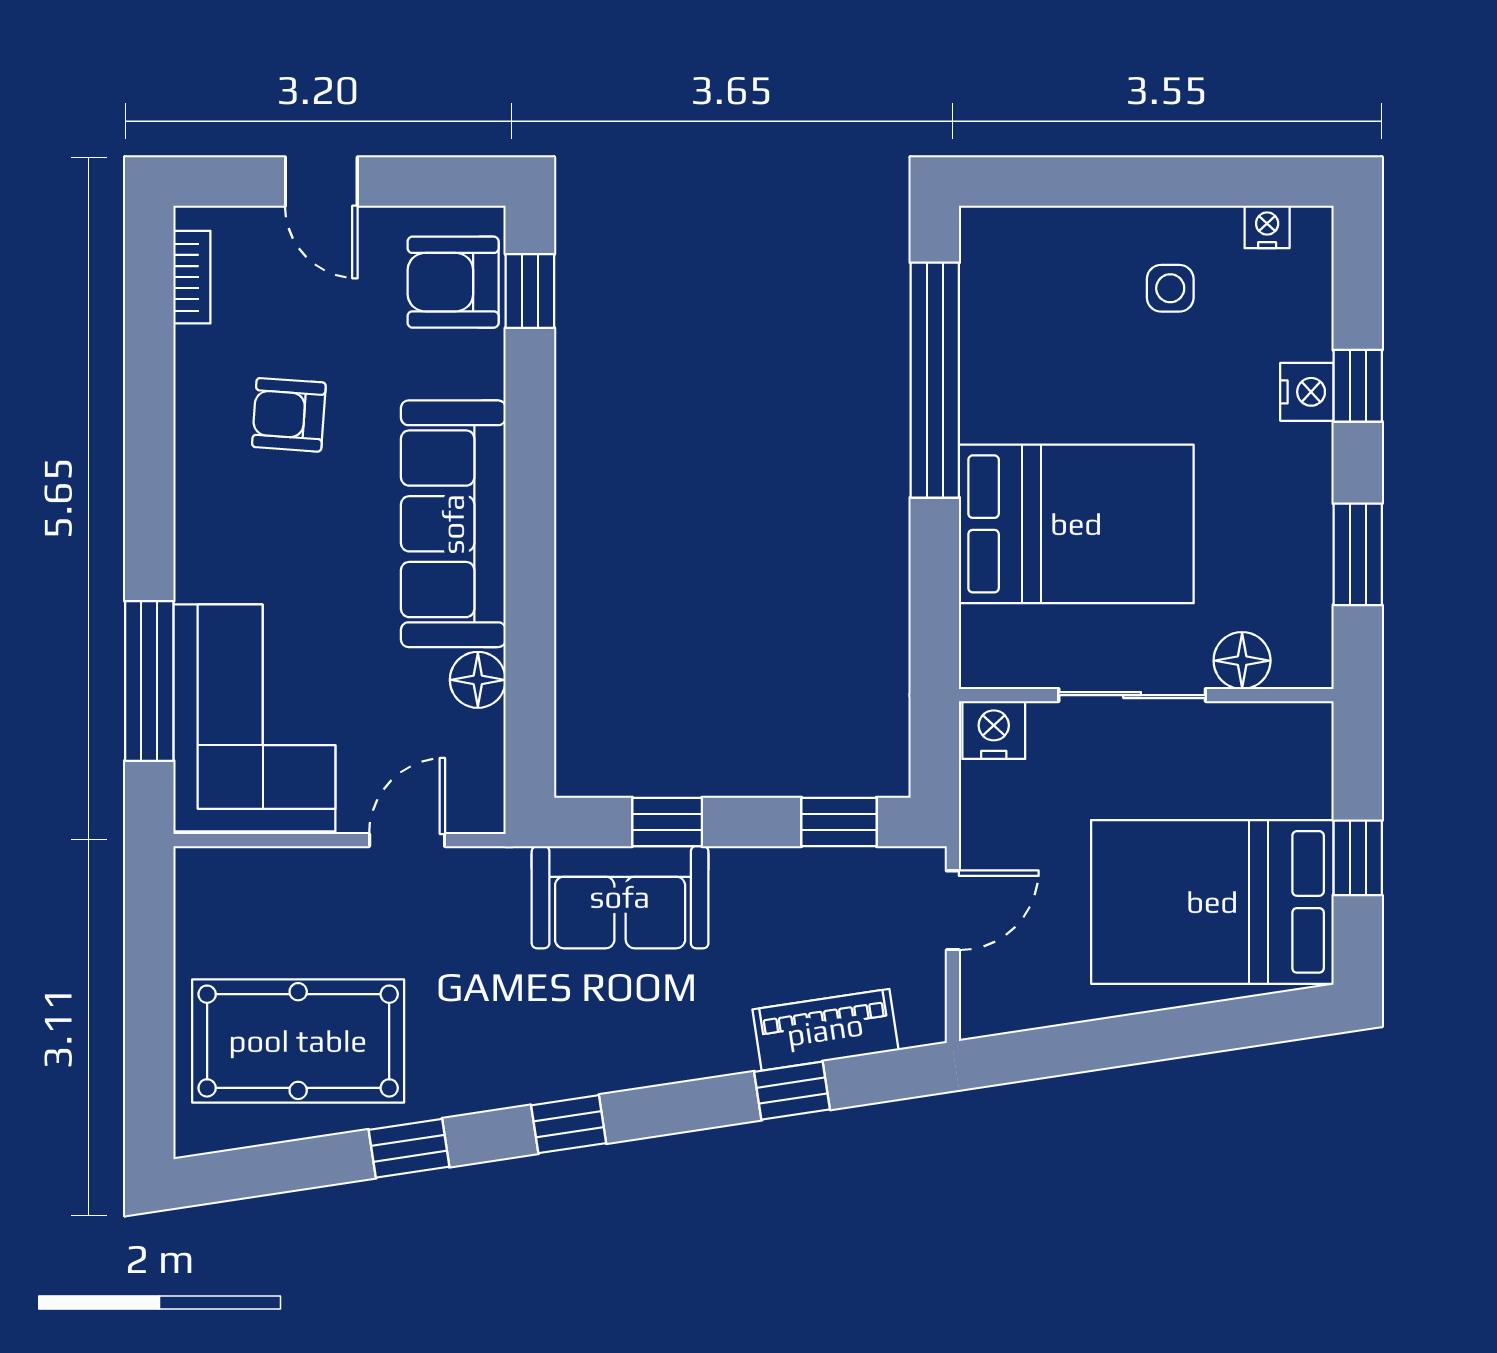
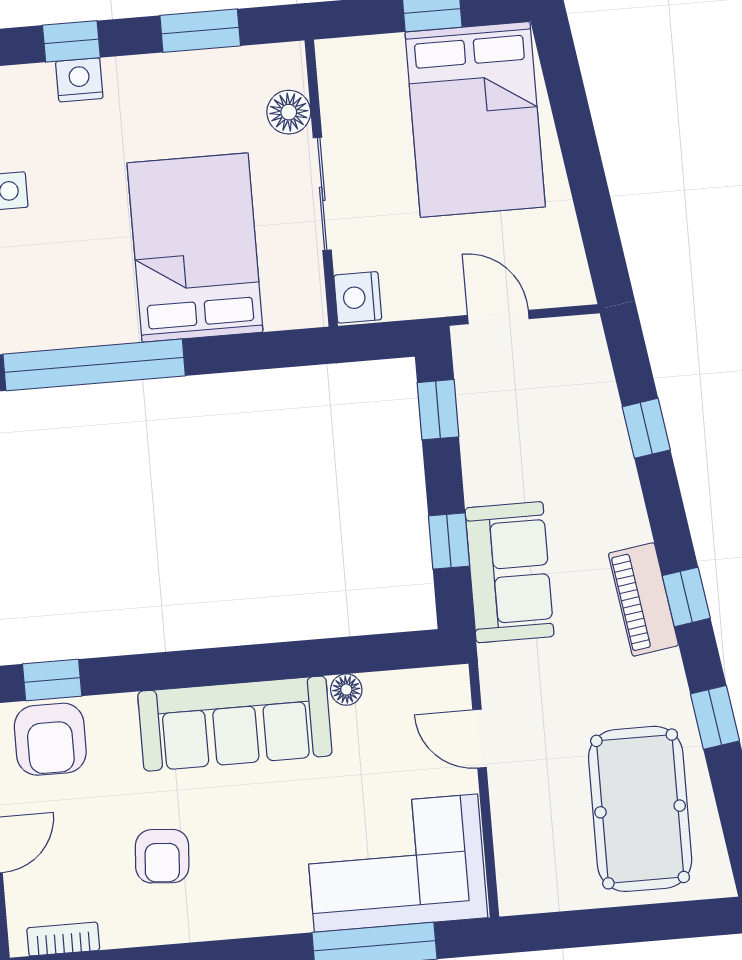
floor lamp: (478, 680) -> (346, 690), width x0.73, depth x0.73
piano: (825, 1030) -> (643, 599), moved

